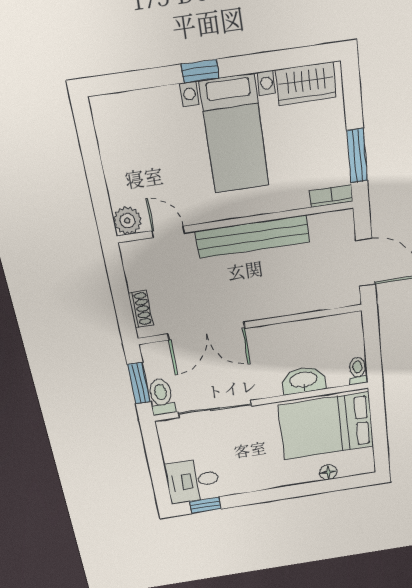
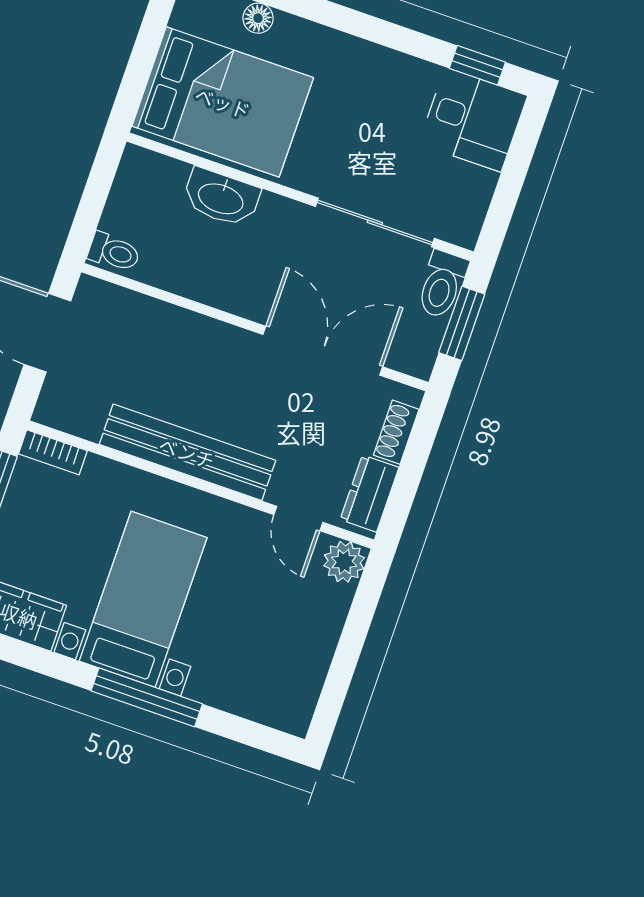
window: (200, 71) -> (147, 697), width x2.17
dresser: (136, 267) -> (369, 494), added
toilet: (358, 371) -> (114, 252), moved, turned -90

